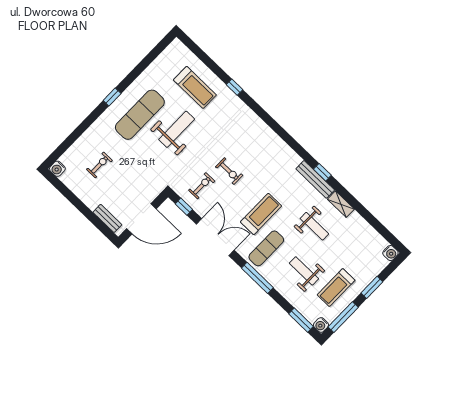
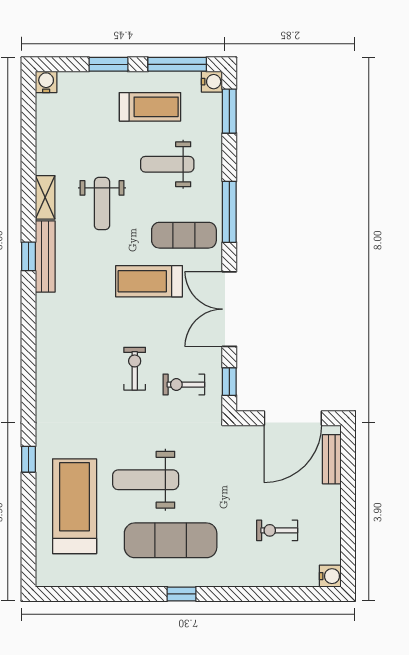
treadmill: (195, 87) -> (75, 506), width x1.37, depth x1.38
door: (141, 219) -> (293, 418), swing flipped
weight bench: (314, 226) -> (102, 204), turned 180
weight bench: (304, 271) -> (167, 164), turned 90

